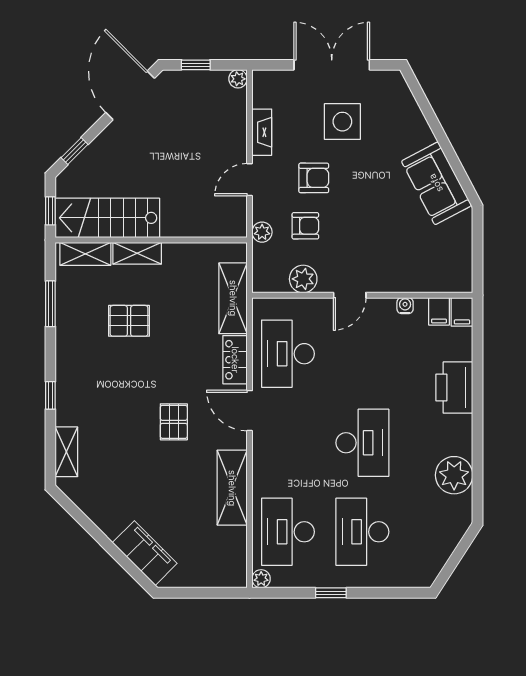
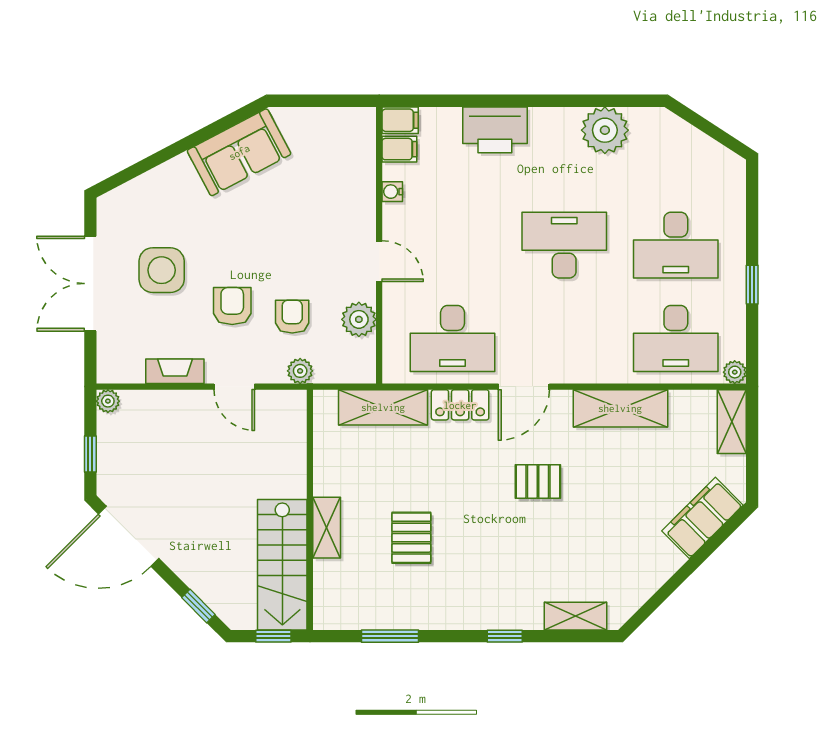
shelving: (85, 254) -> (732, 422), moved

